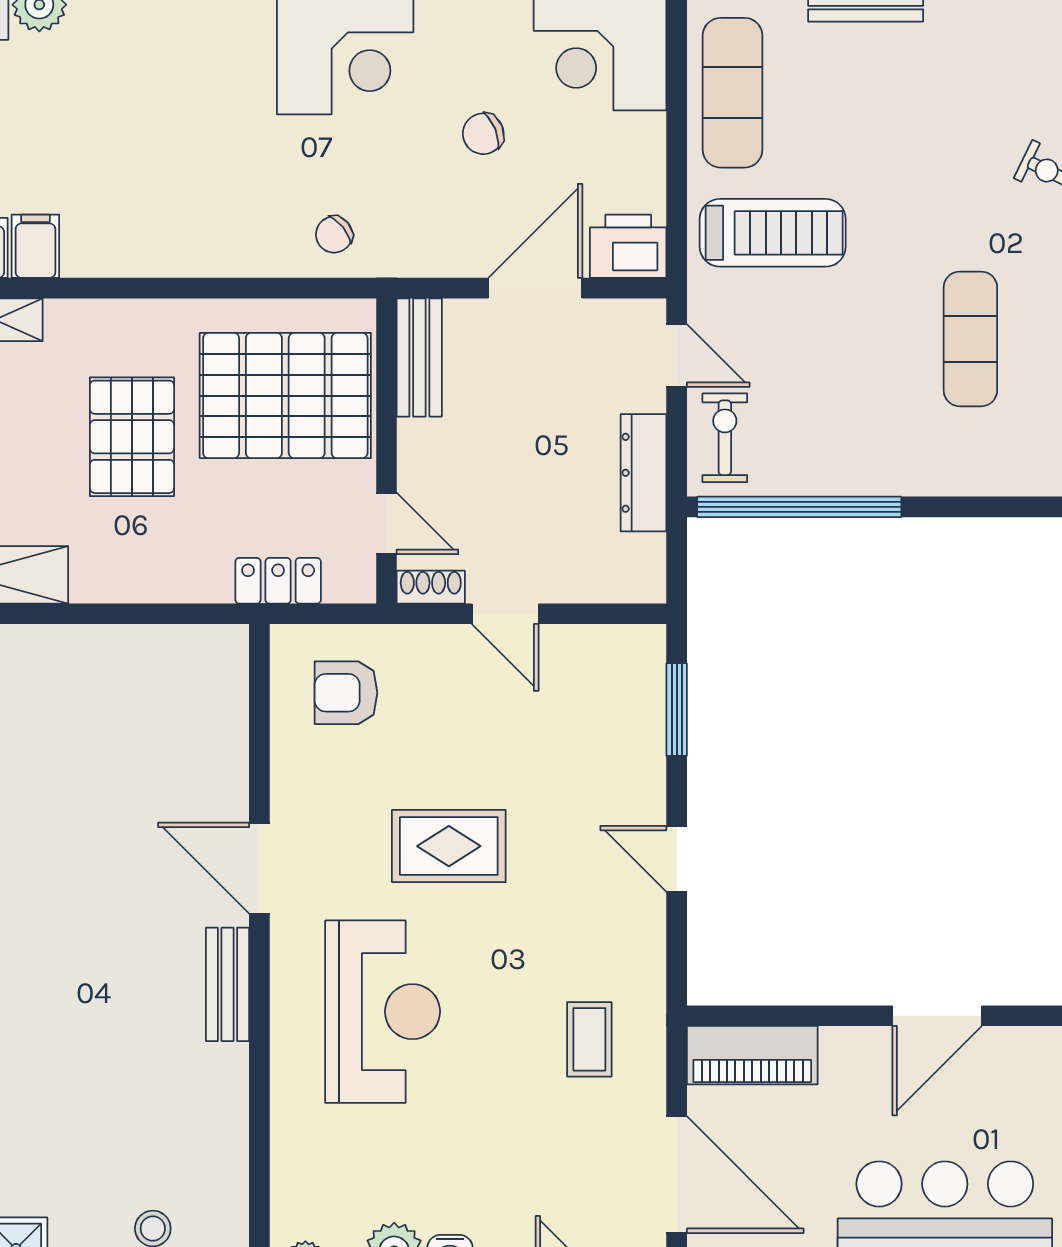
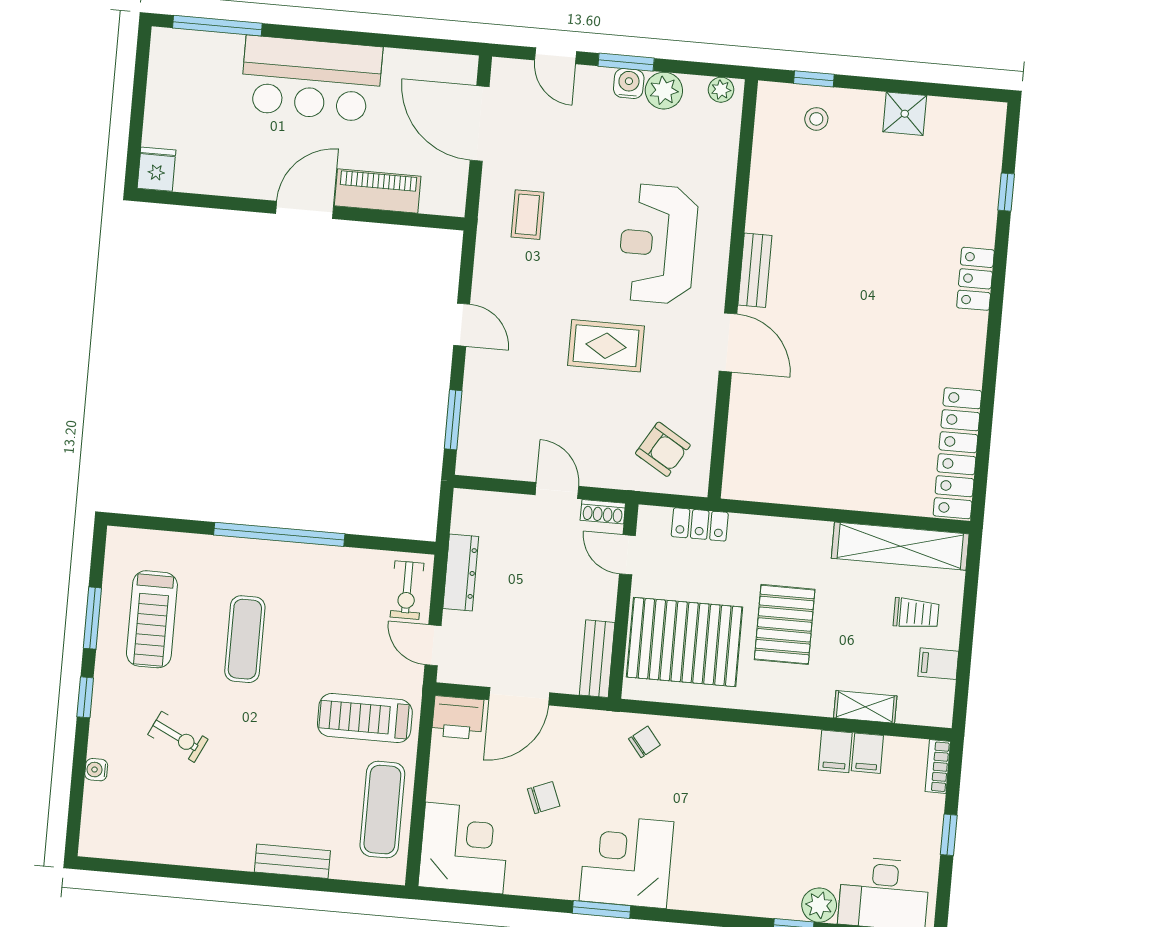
window: (799, 507) -> (279, 534), moved
armchair: (346, 693) -> (663, 449), turned 31
piano: (752, 1055) -> (378, 191), moved

